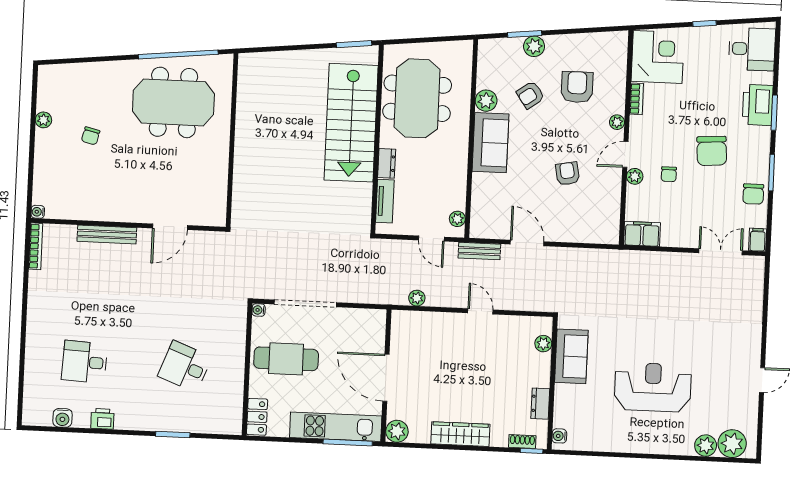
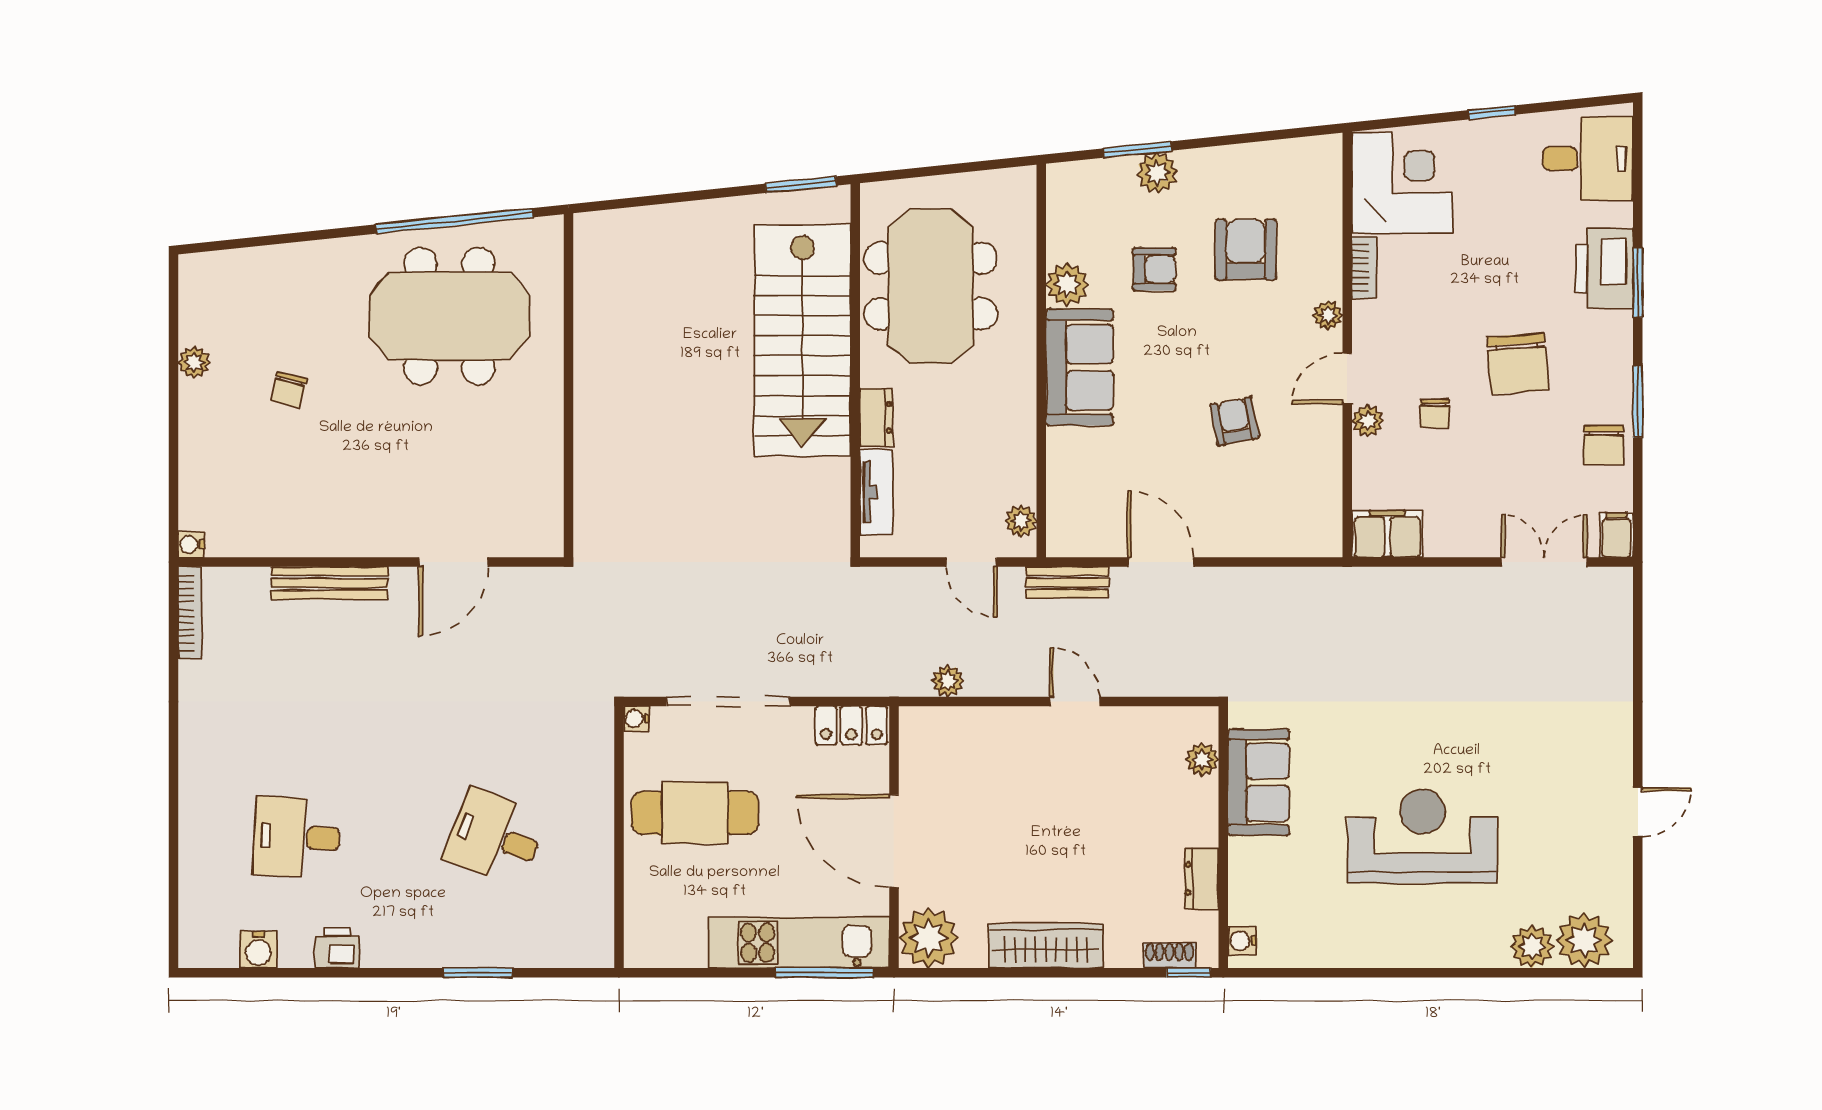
armchair: (530, 95) -> (1154, 269), turned -145
locker: (257, 417) -> (851, 725), moved, turned 90
plant: (397, 431) -> (929, 938), width x1.36, depth x1.36

